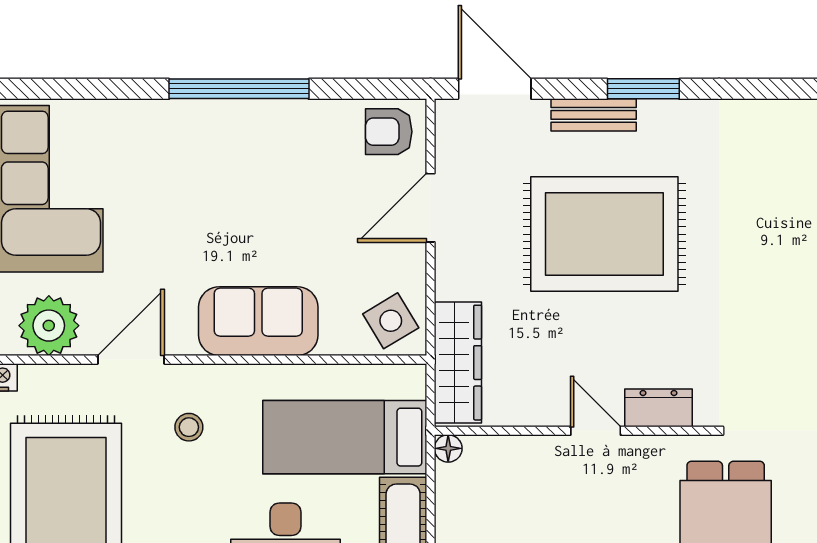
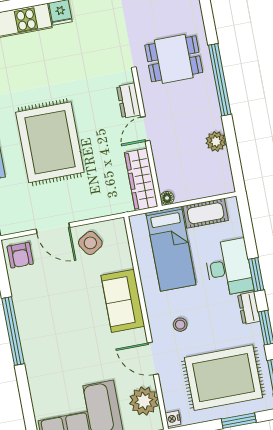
side table: (391, 321) -> (90, 243), moved
wardrobe: (458, 363) -> (141, 180), moved, turned -90

